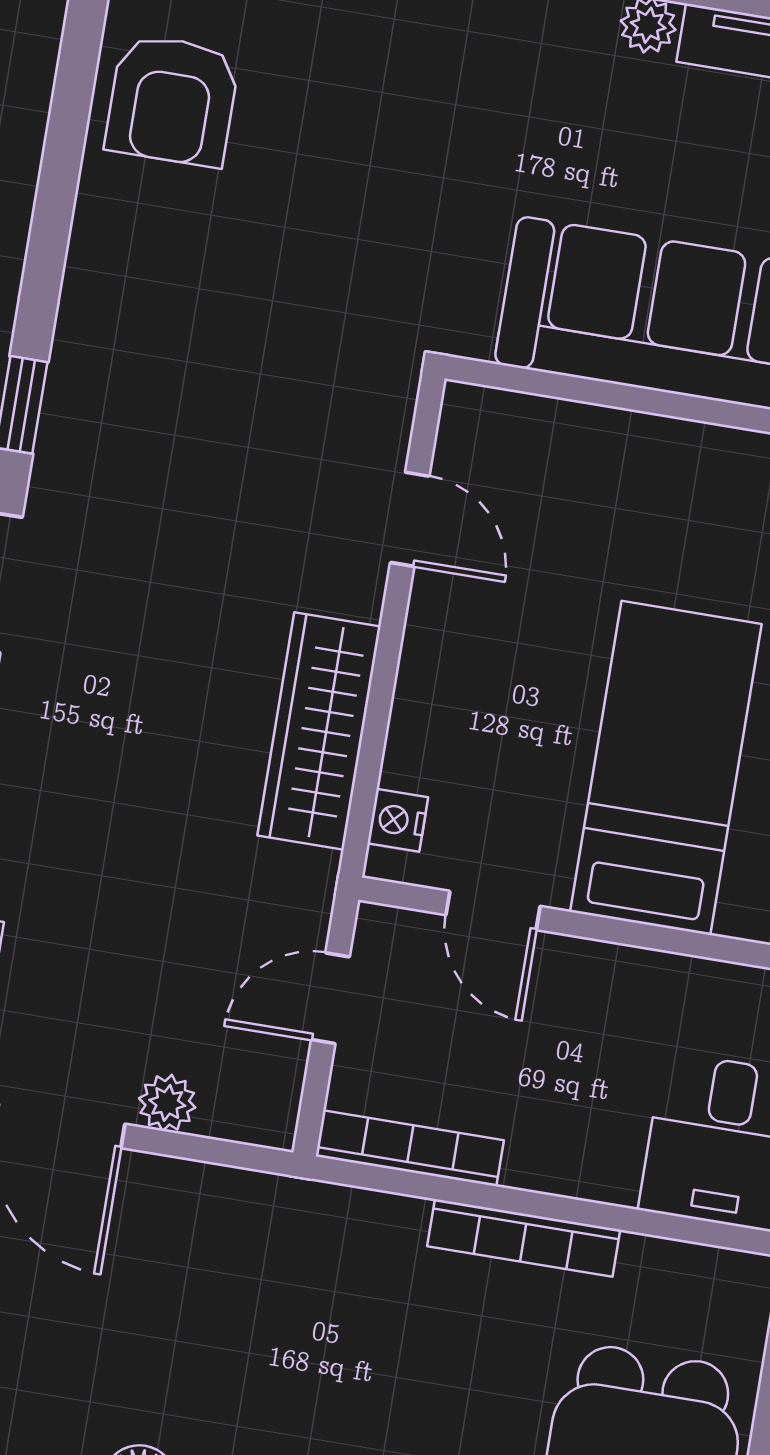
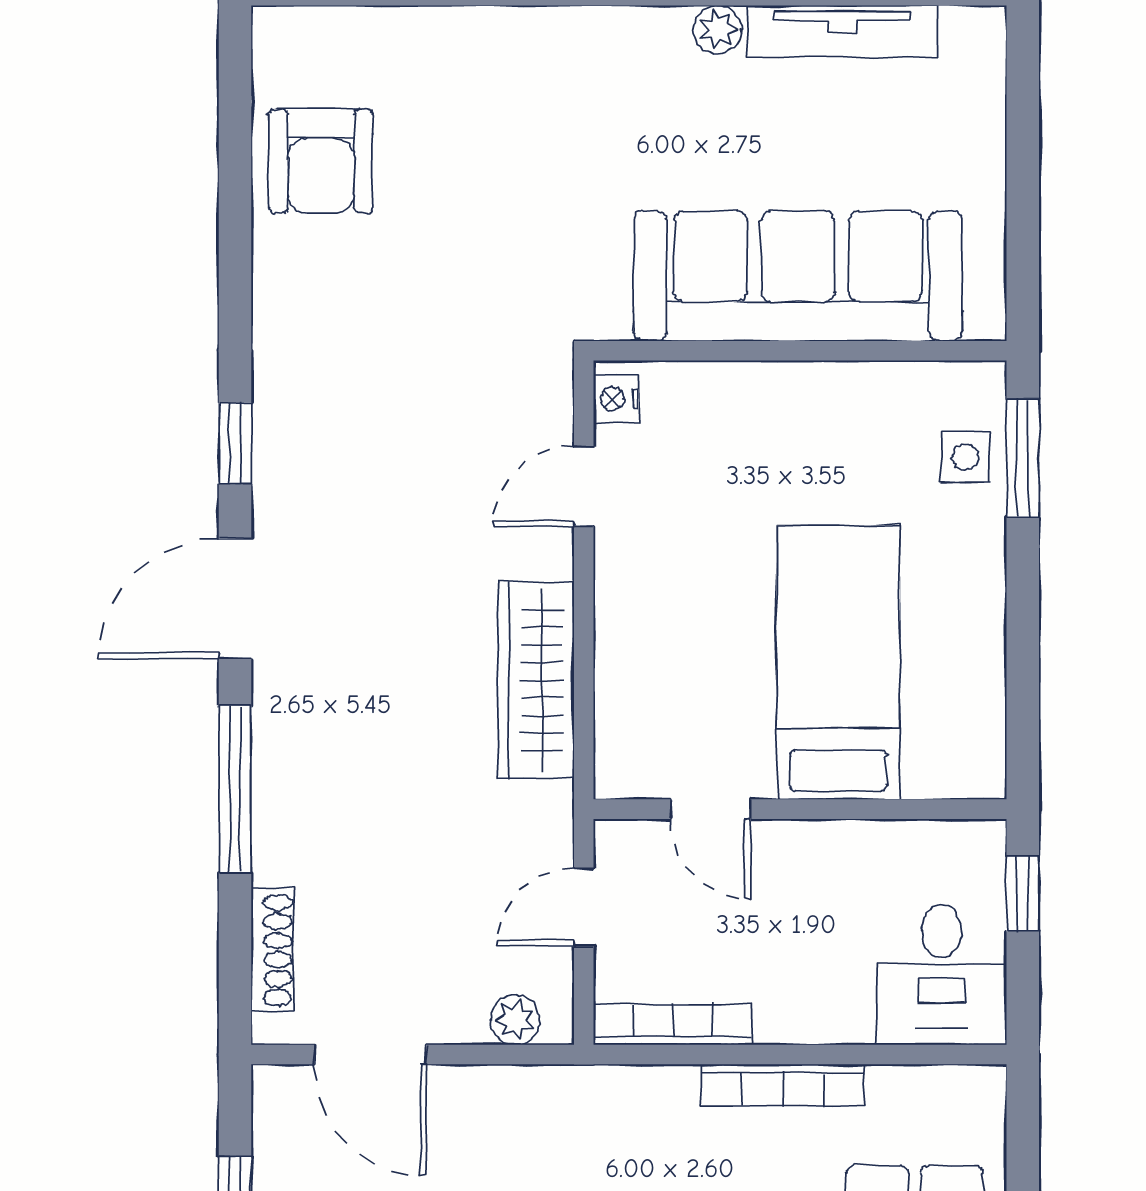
door: (410, 519) -> (584, 486), swing flipped
nightstand: (398, 820) -> (616, 399), moved
plant: (167, 1103) -> (515, 1020), moved

